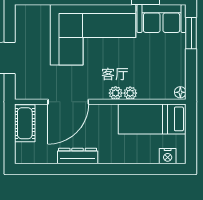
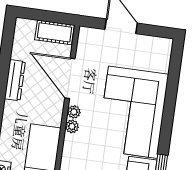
plant: (130, 93) -> (74, 112), moved

